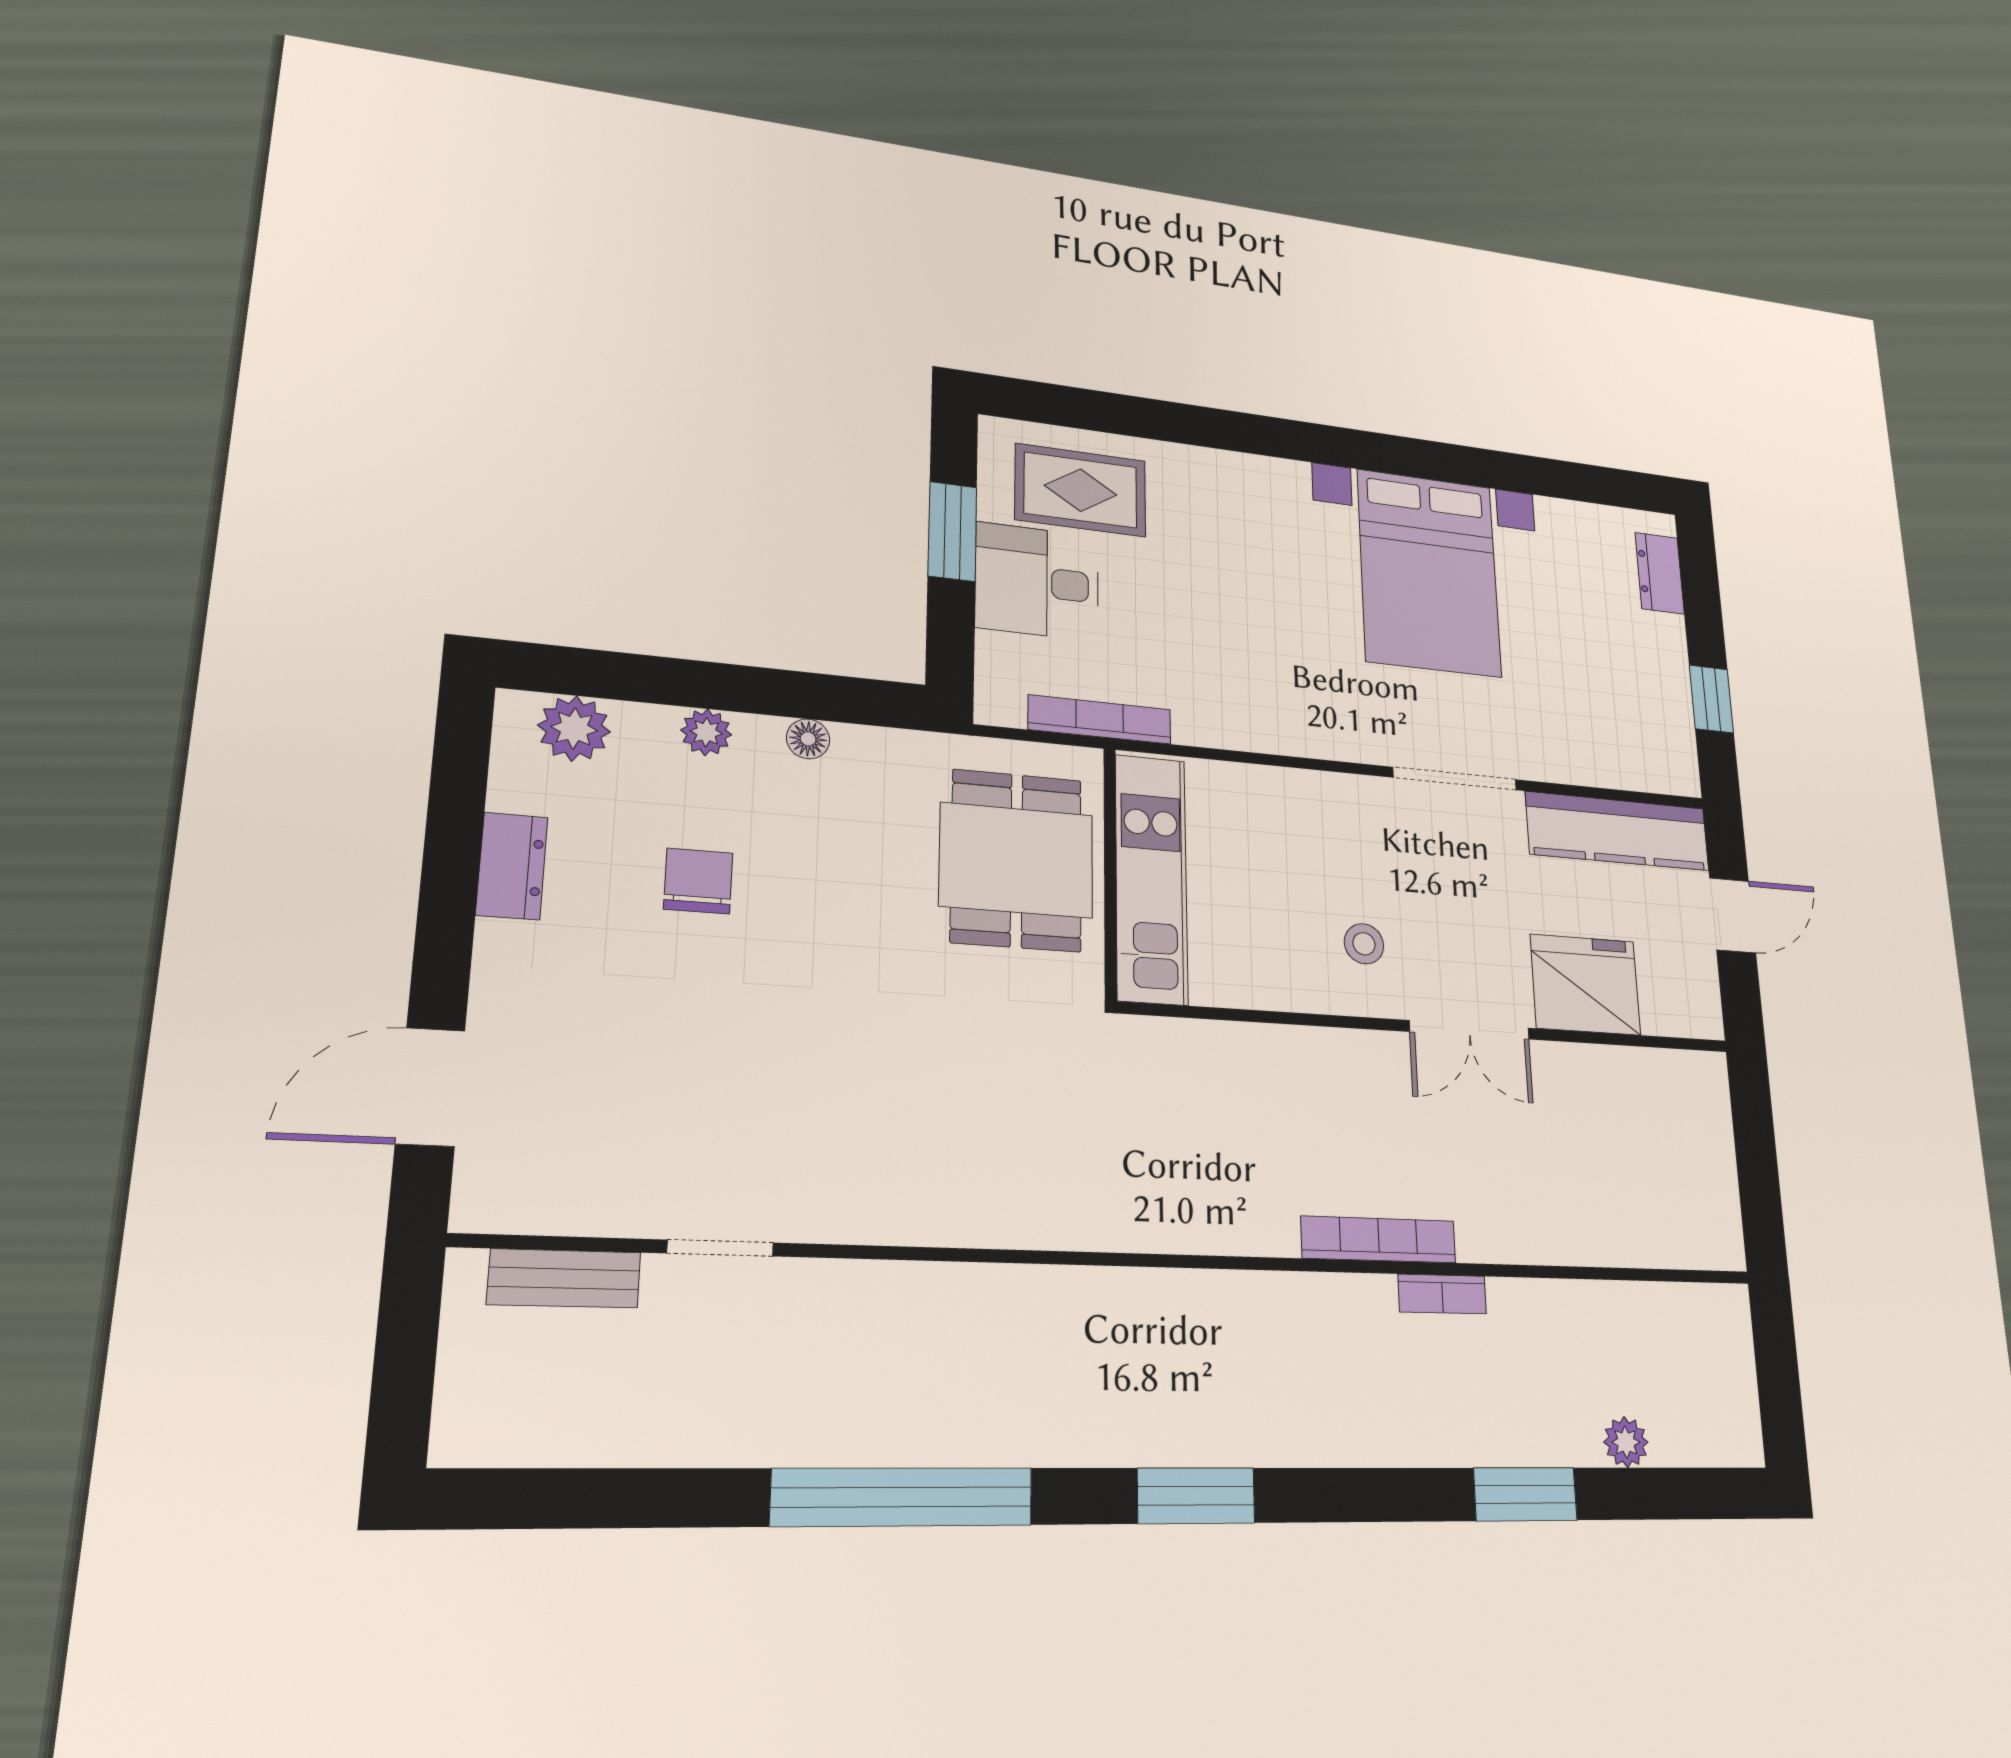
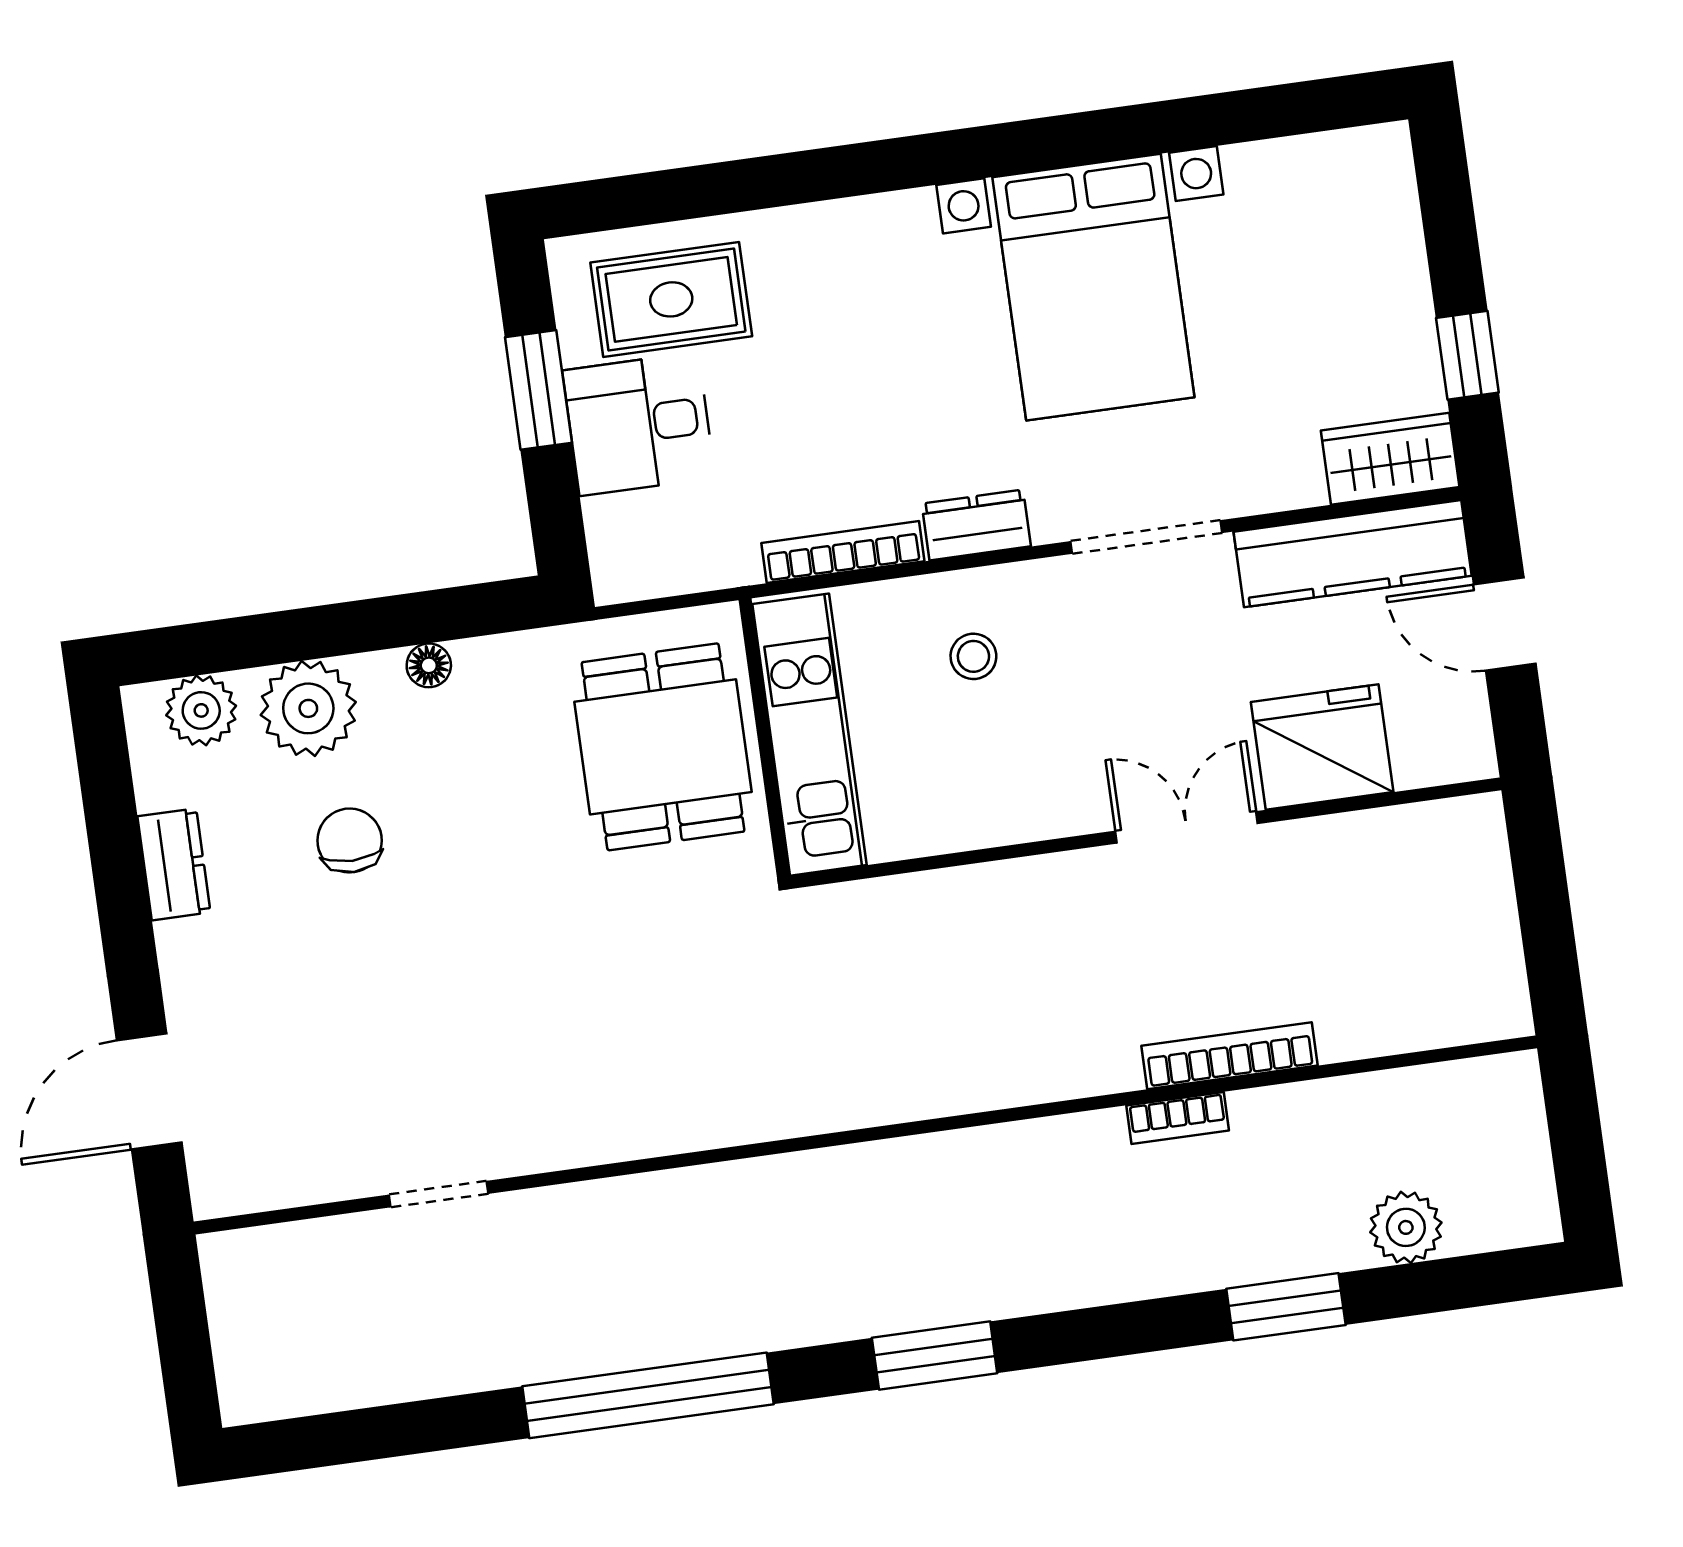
dresser: (1660, 573) -> (976, 525), moved, turned 90
bookcase: (1100, 720) -> (843, 552), moved
plant: (706, 732) -> (308, 708), width x1.88, depth x1.88
wardrobe: (1650, 763) -> (1390, 459), added
door: (1733, 915) -> (1505, 624), swing flipped
stool: (1364, 944) -> (973, 656), moved
double door: (1470, 1030) -> (1187, 827), swing flipped
bookcase: (1379, 1240) -> (1230, 1056), moved
bench: (564, 1278) -> (304, 1245), removed
plant: (1626, 1442) -> (1406, 1227), width x1.38, depth x1.38

